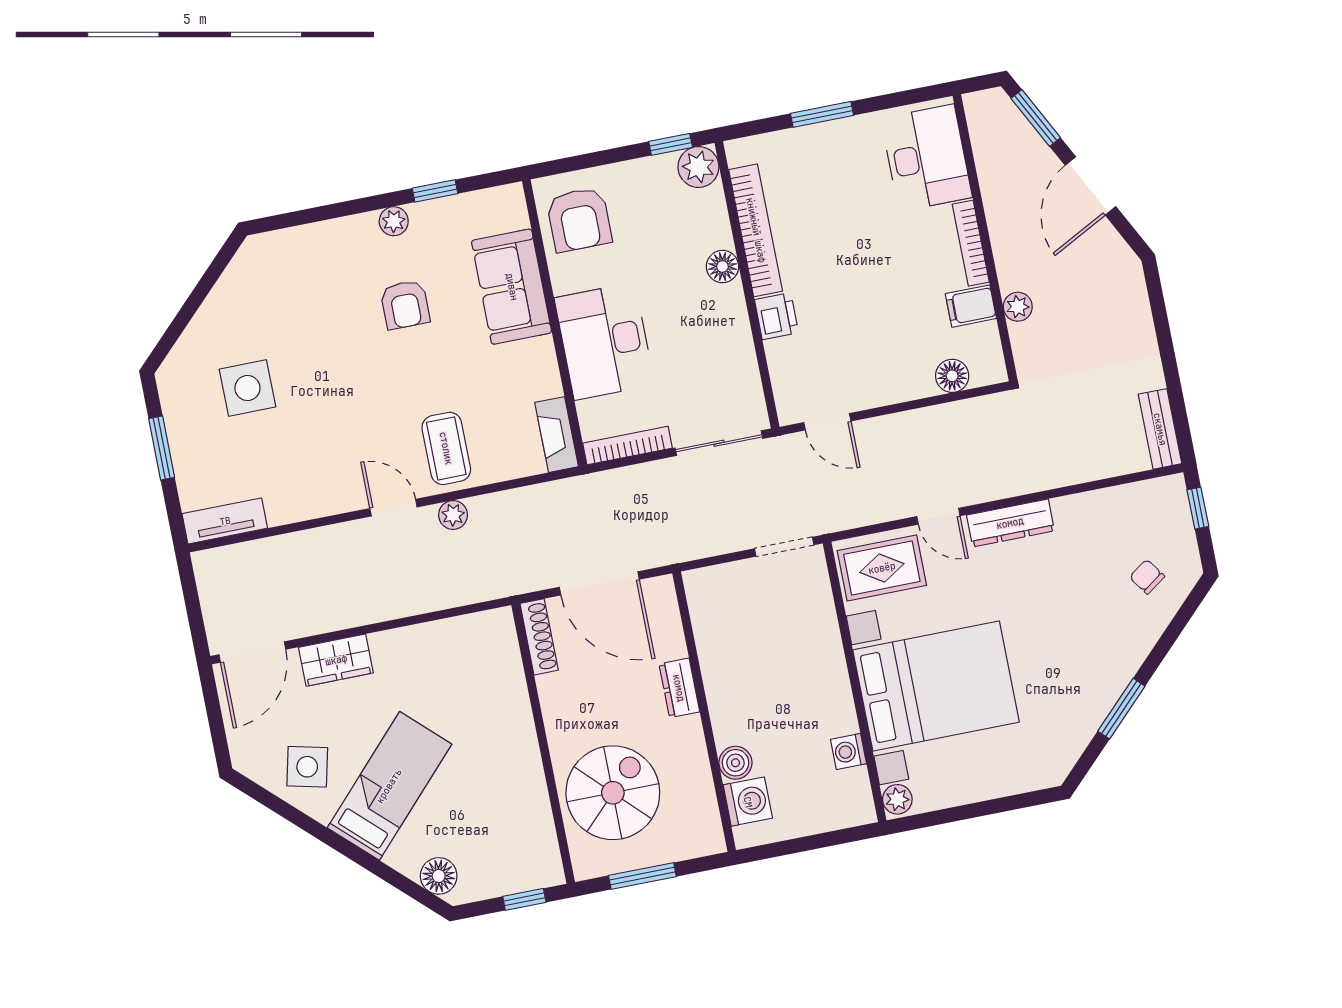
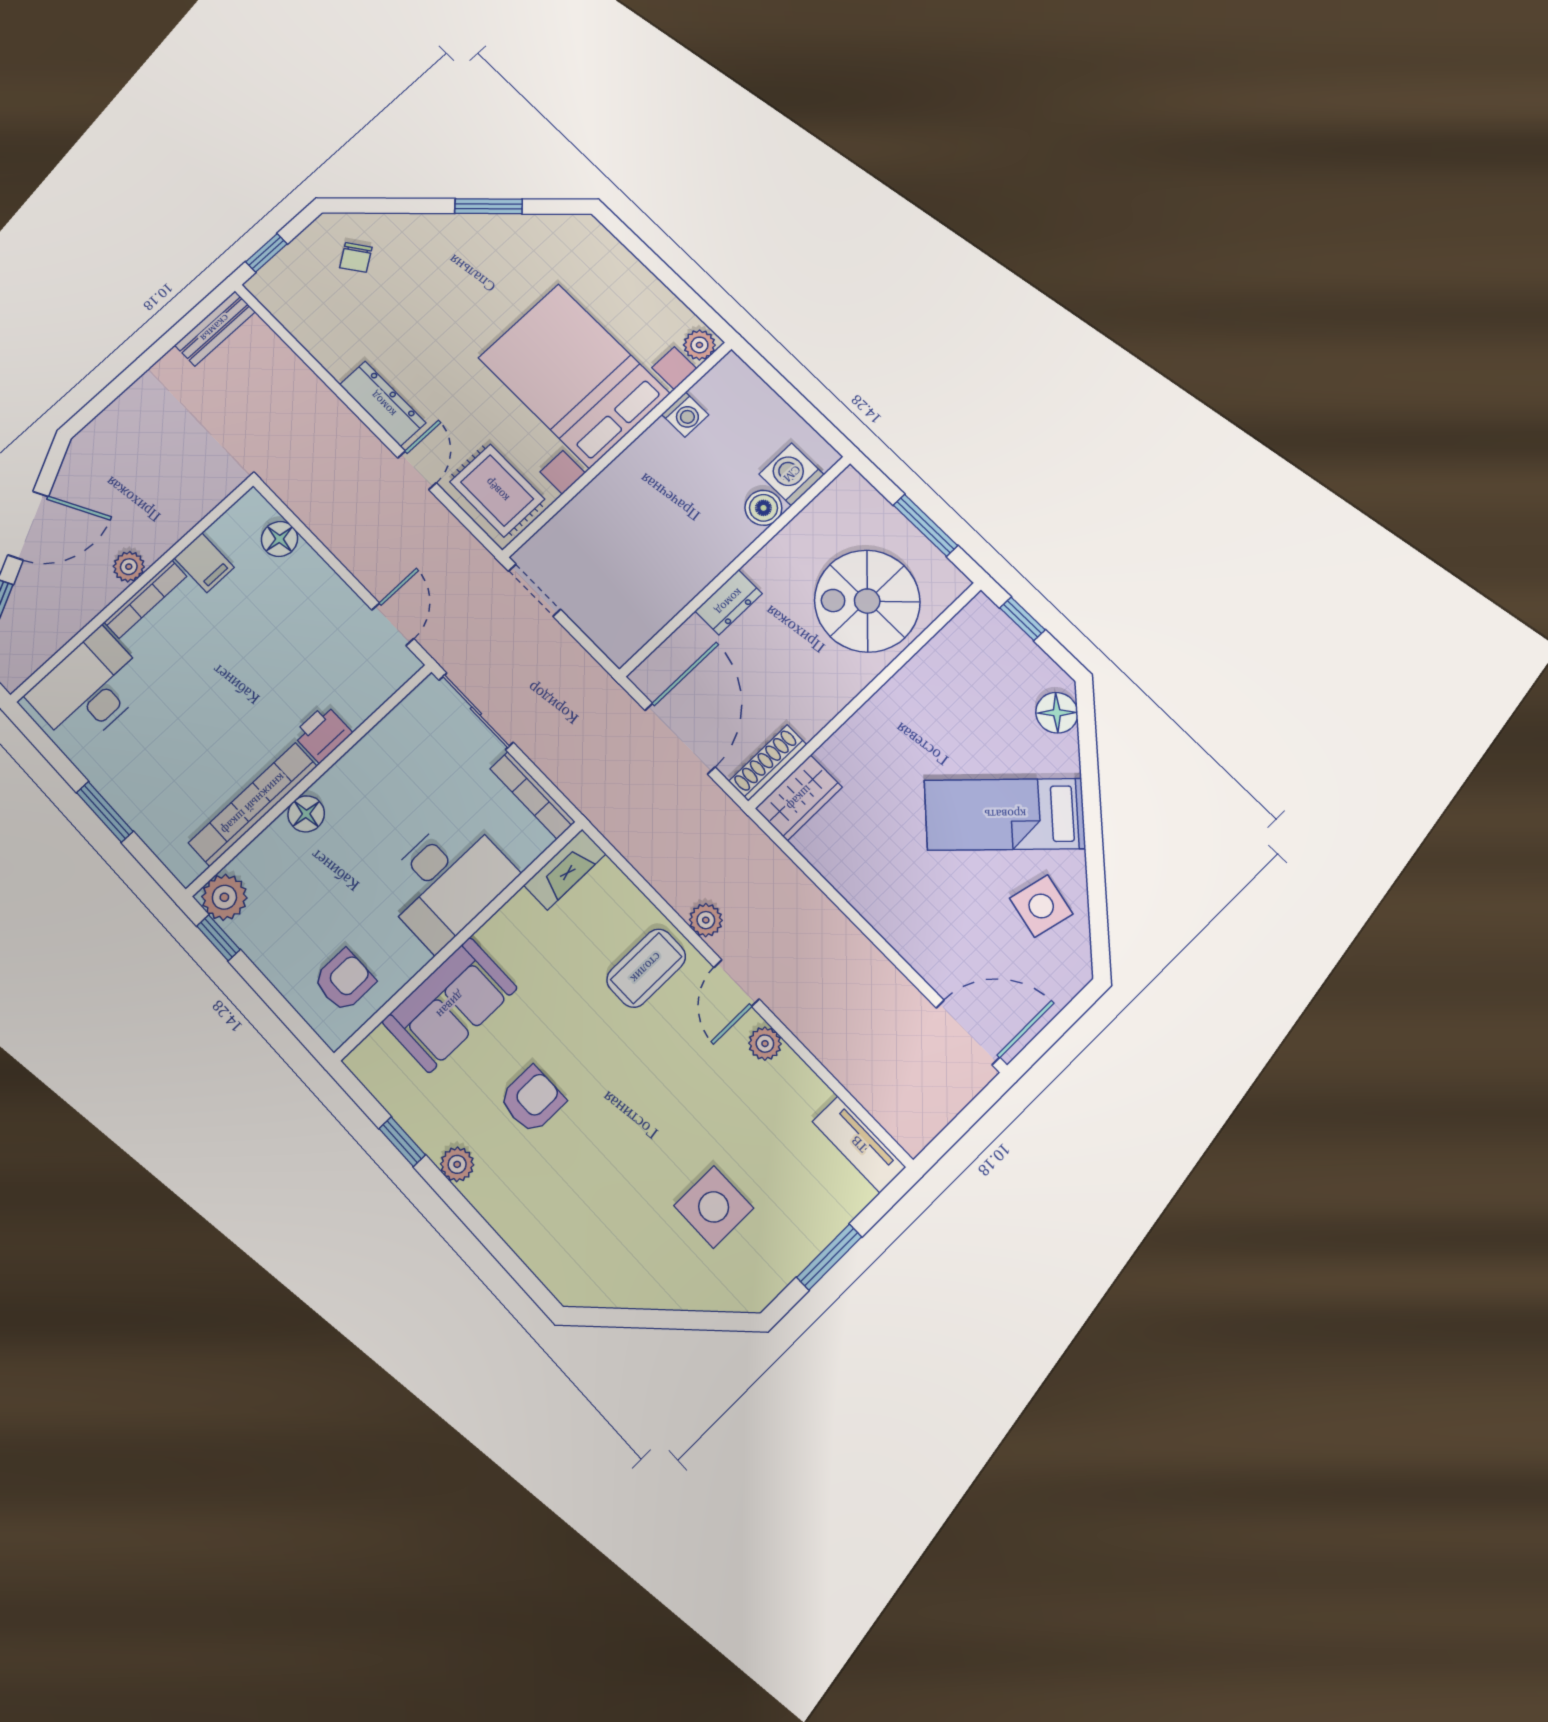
armchair: (579, 220) -> (344, 980), width x0.72, depth x0.72
plant: (1018, 307) -> (129, 567), moved
plant: (338, 500) -> (765, 1044), added
wardrobe: (336, 660) -> (799, 798), moved, turned 90

